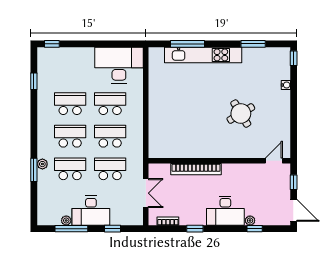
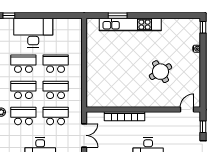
window: (187, 44) -> (118, 16), width x0.69
window: (253, 44) -> (170, 16), removed
desk: (119, 65) -> (33, 33), moved

